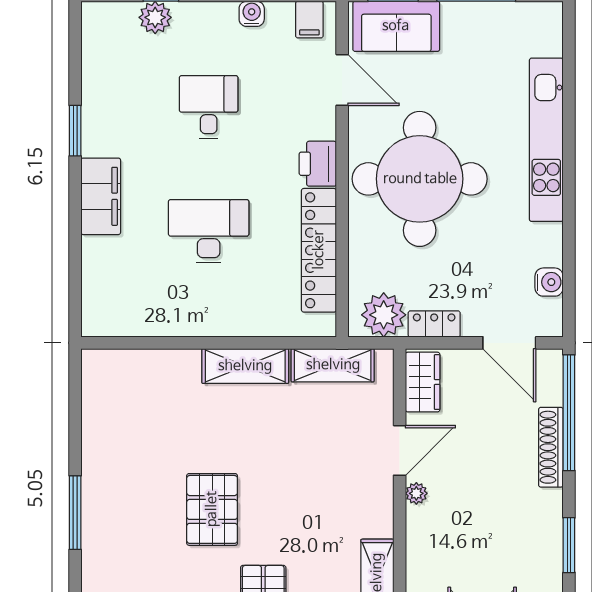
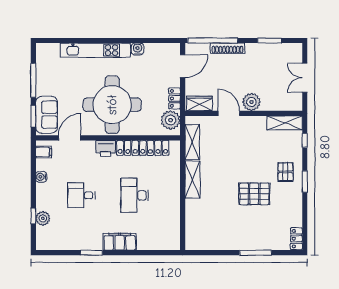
water cooler: (549, 282) -> (137, 49), moved
plant: (416, 493) -> (251, 102), width x1.88, depth x1.88

